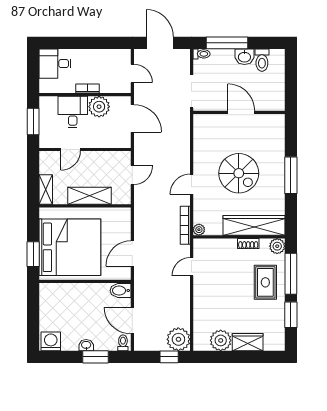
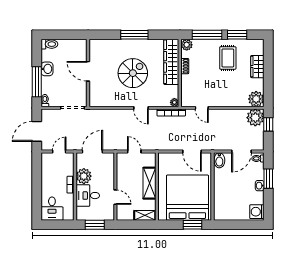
toilet: (262, 60) -> (49, 44), moved
door: (241, 112) -> (88, 71), hinge flipped
rug: (265, 282) -> (228, 58), moved, turned 90
plant: (221, 340) -> (256, 99), moved

